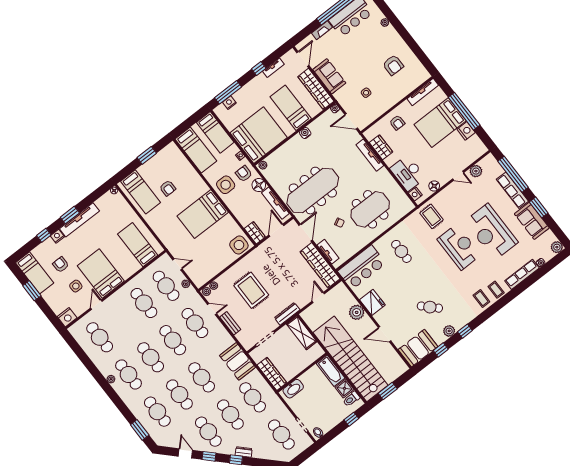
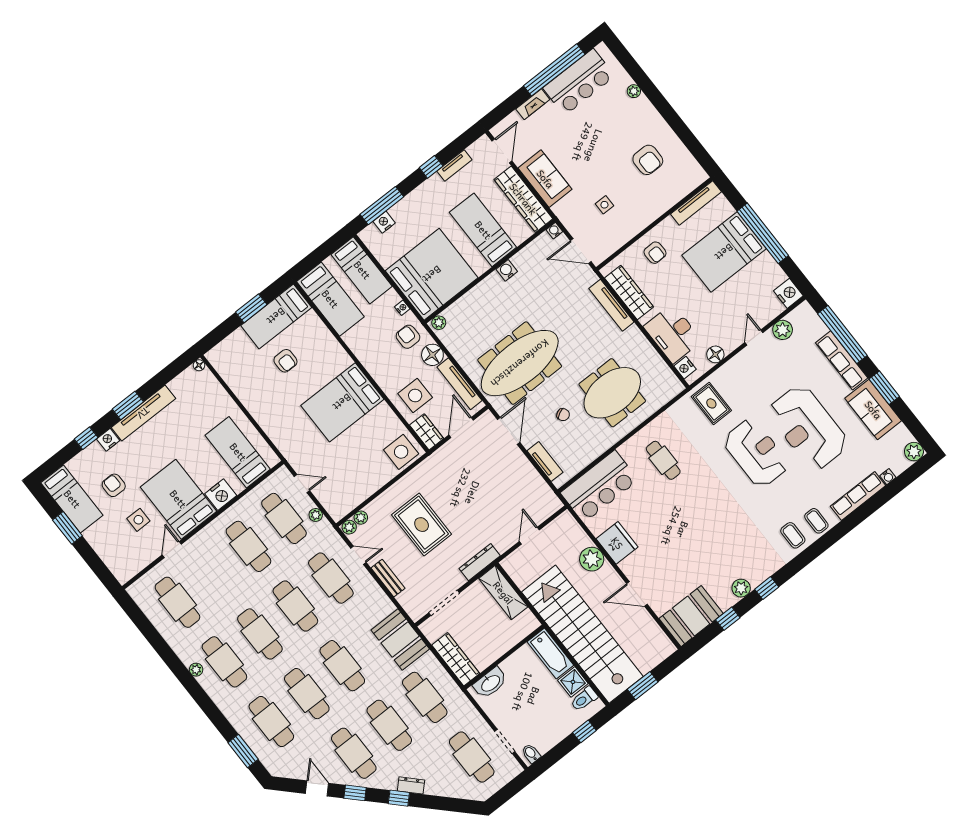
nightstand: (466, 131) -> (788, 293), moved
wardrobe: (381, 147) -> (629, 292), width x1.50
door: (458, 176) -> (754, 338), swing flipped
side table: (226, 185) -> (415, 395), moved
bed: (140, 192) -> (276, 316), moved, turned 90
wardrobe: (320, 265) -> (532, 483), removed
cafe table: (430, 307) -> (710, 550), removed
nightstand: (67, 317) -> (221, 495), moved

